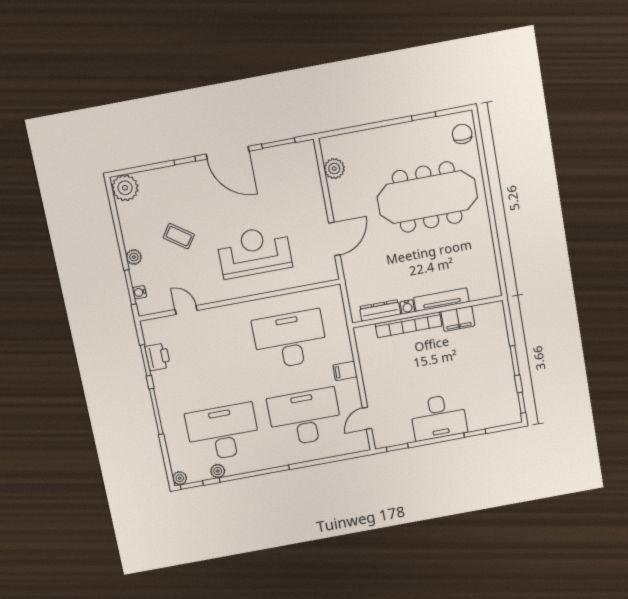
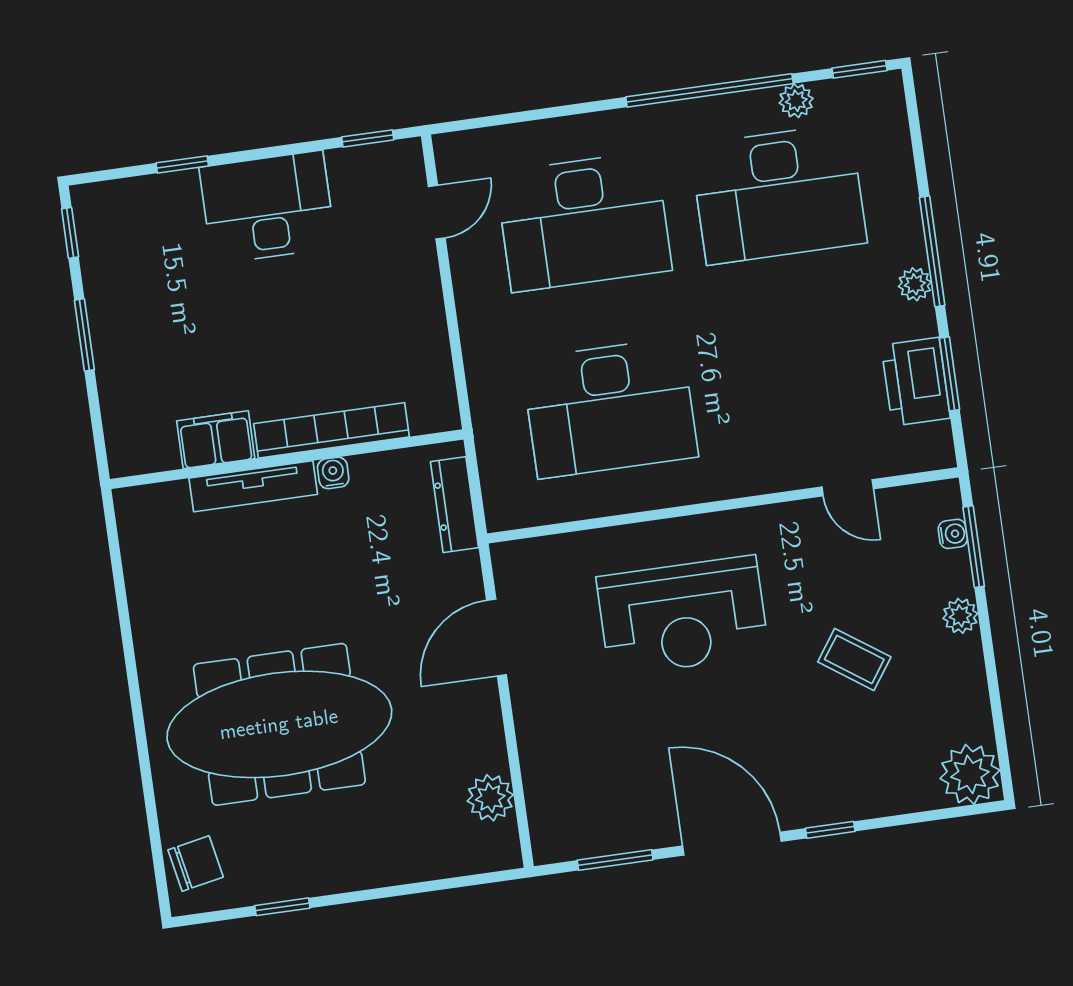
chair: (462, 134) -> (196, 864), turned -101
dresser: (380, 310) -> (455, 505), moved, turned 90
printer: (158, 357) -> (916, 382), width x1.37, depth x1.19
filing cabinet: (345, 371) -> (484, 328), removed
plant: (180, 478) -> (915, 284), moved

